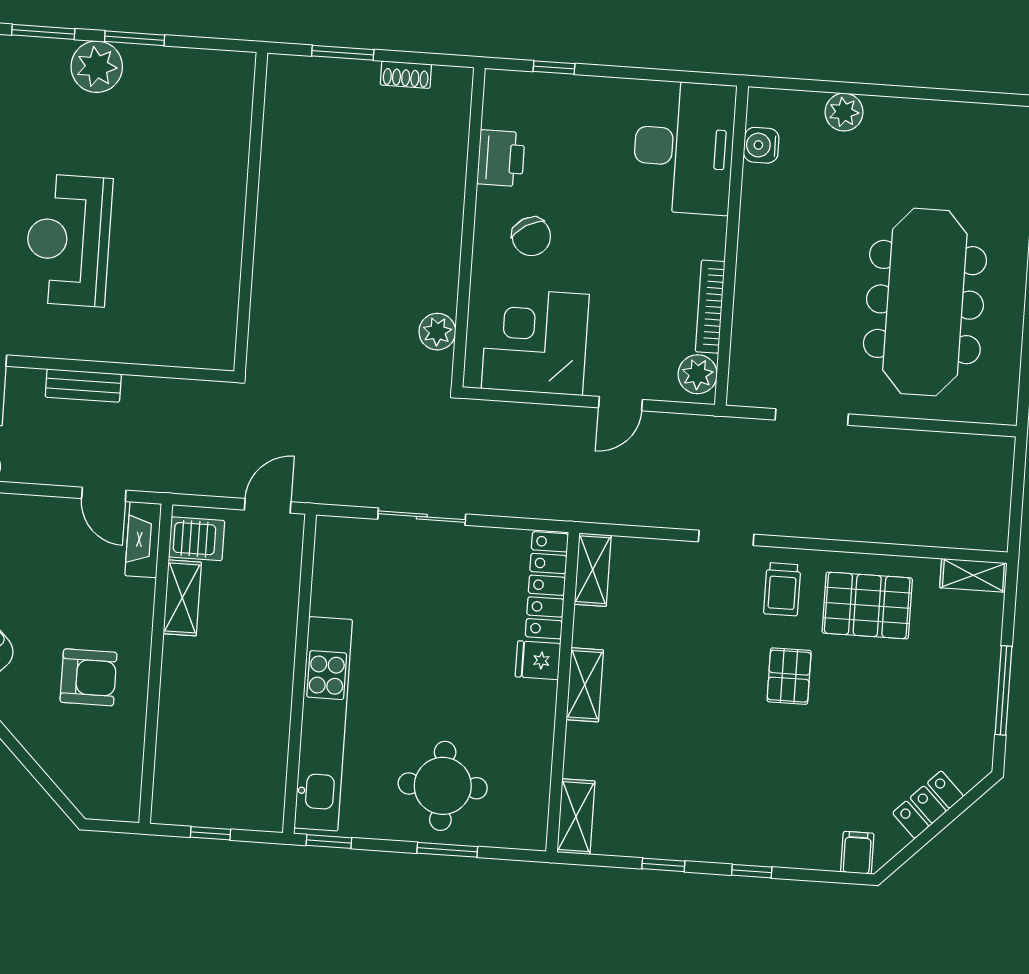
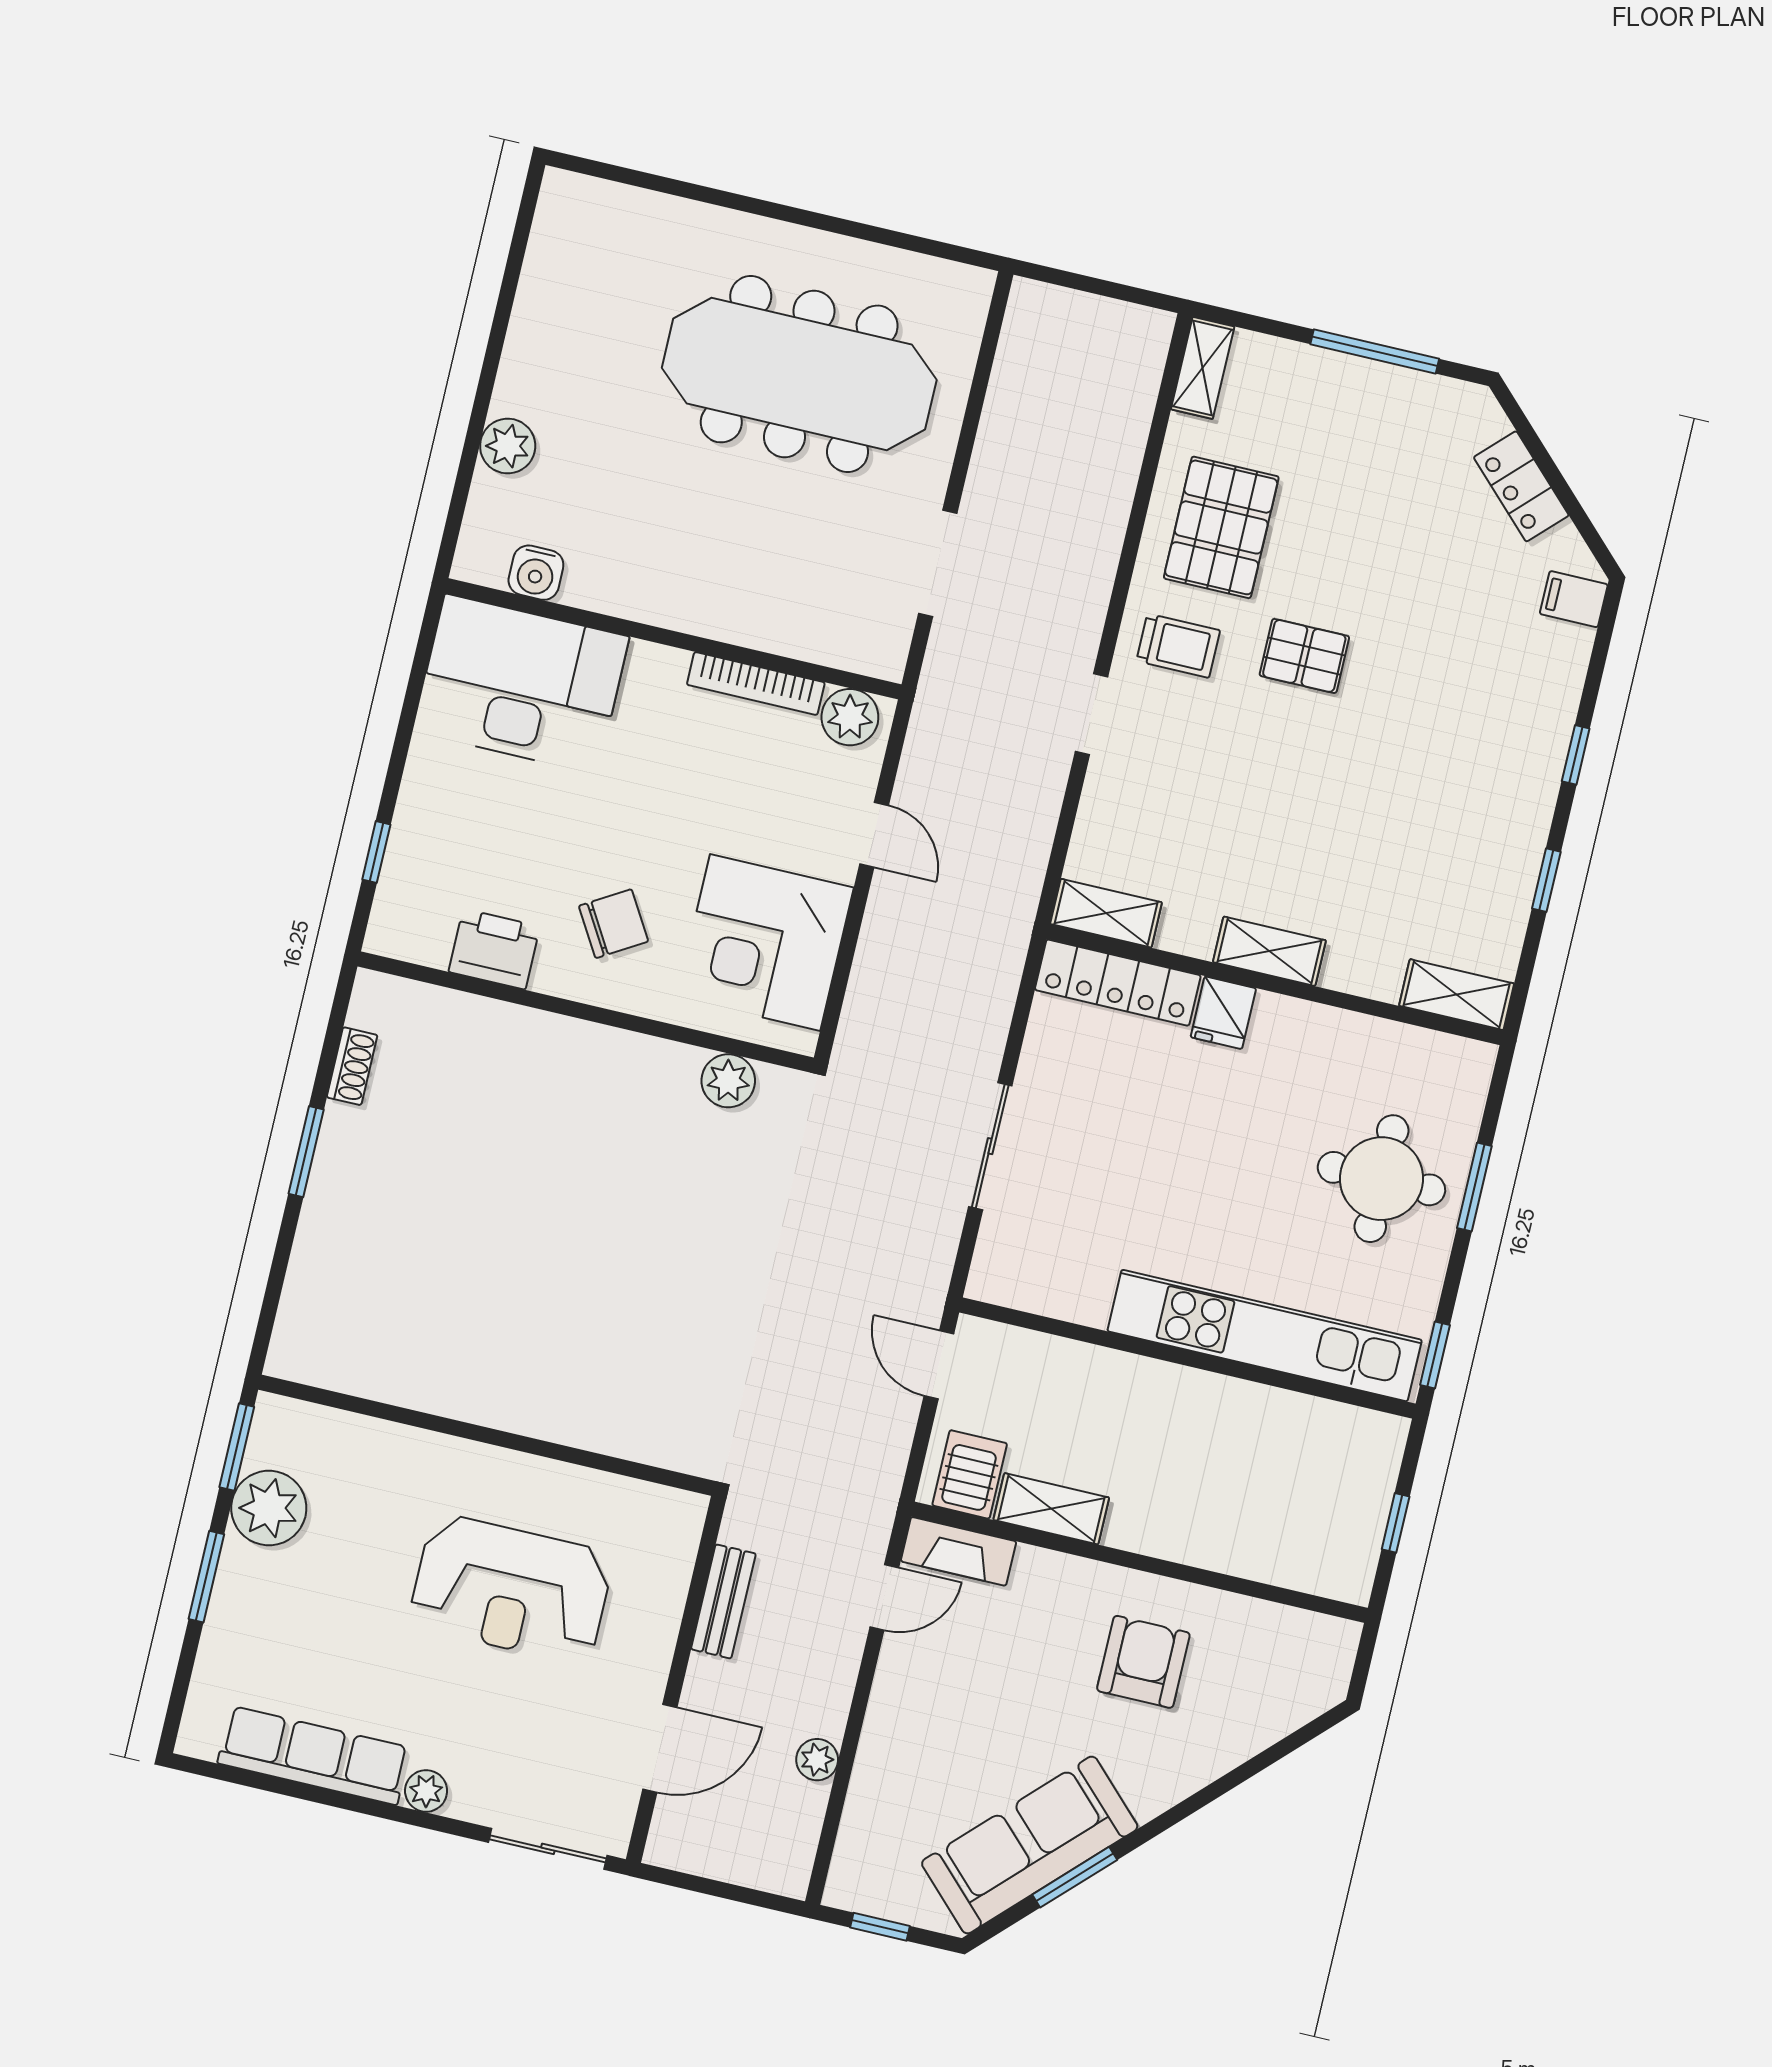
wall: (251, 212) -> (486, 1435), moved

